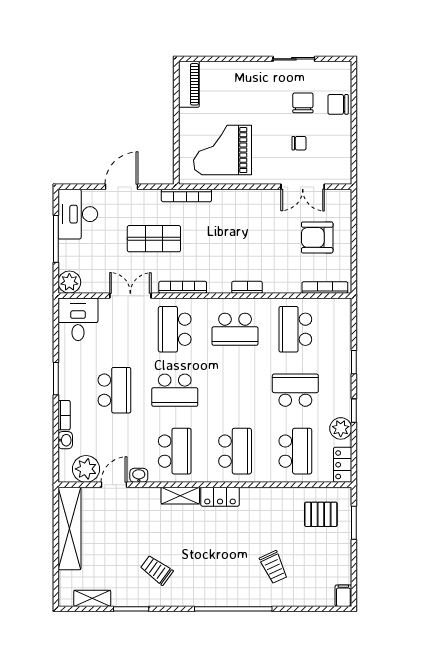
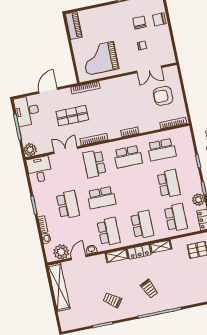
school desk: (295, 329) -> (162, 150), turned -90
school desk: (295, 390) -> (169, 184), turned 90
trolley: (274, 567) -> (149, 289), moved
shelving: (92, 598) -> (161, 246), moved

